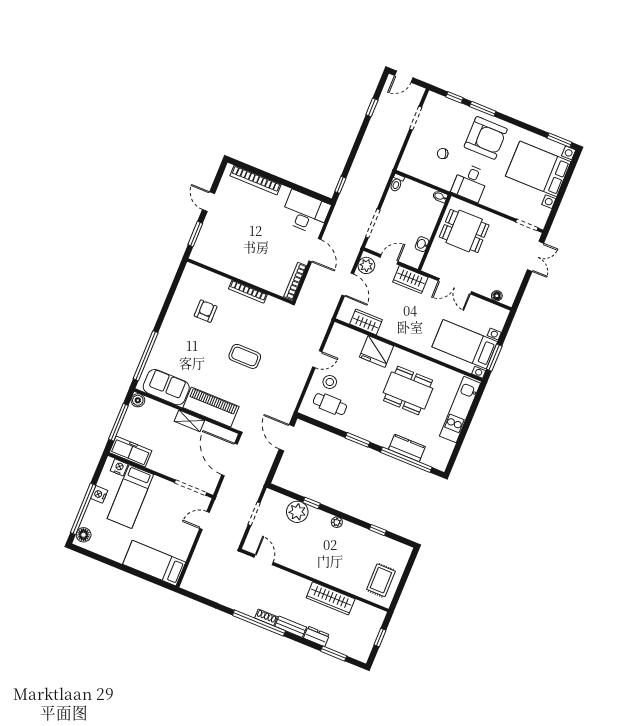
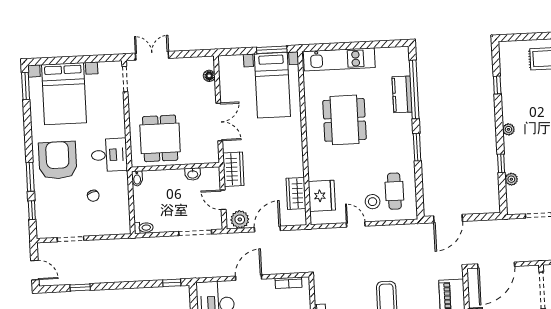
bookcase: (295, 281) -> (288, 283), width x0.64
fridge: (377, 352) -> (322, 196), moved
plant: (297, 512) -> (511, 179), width x0.53, depth x0.53

